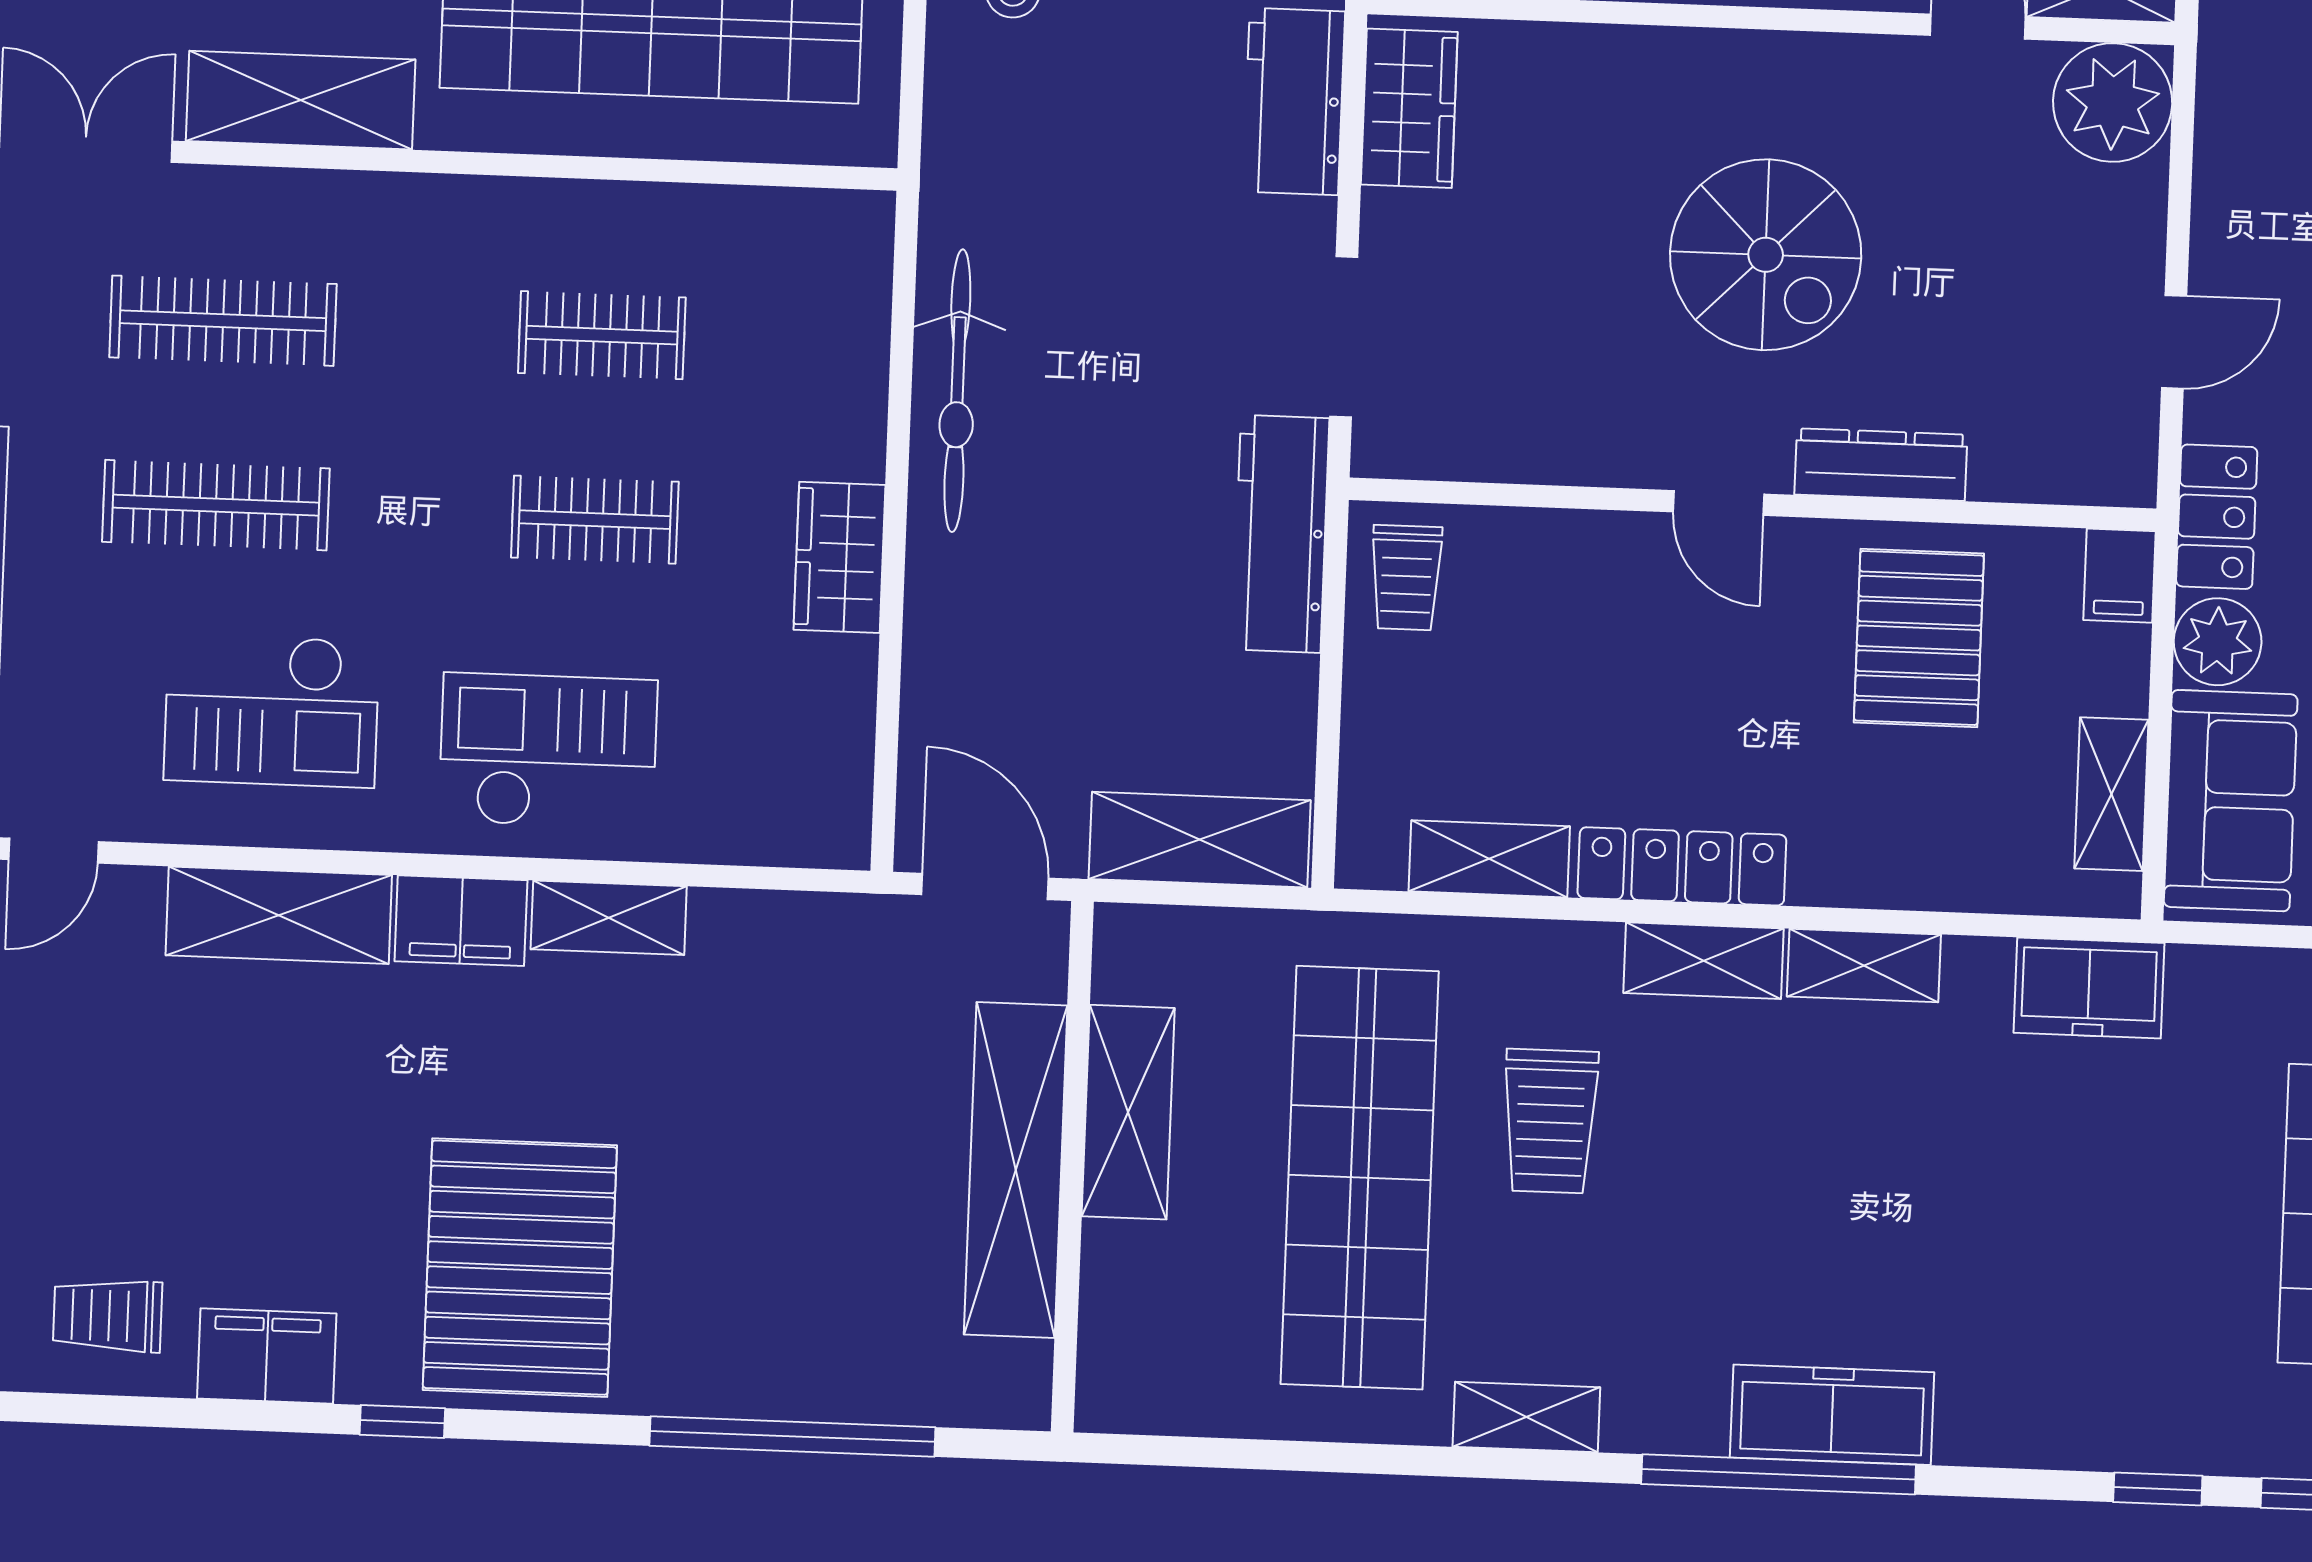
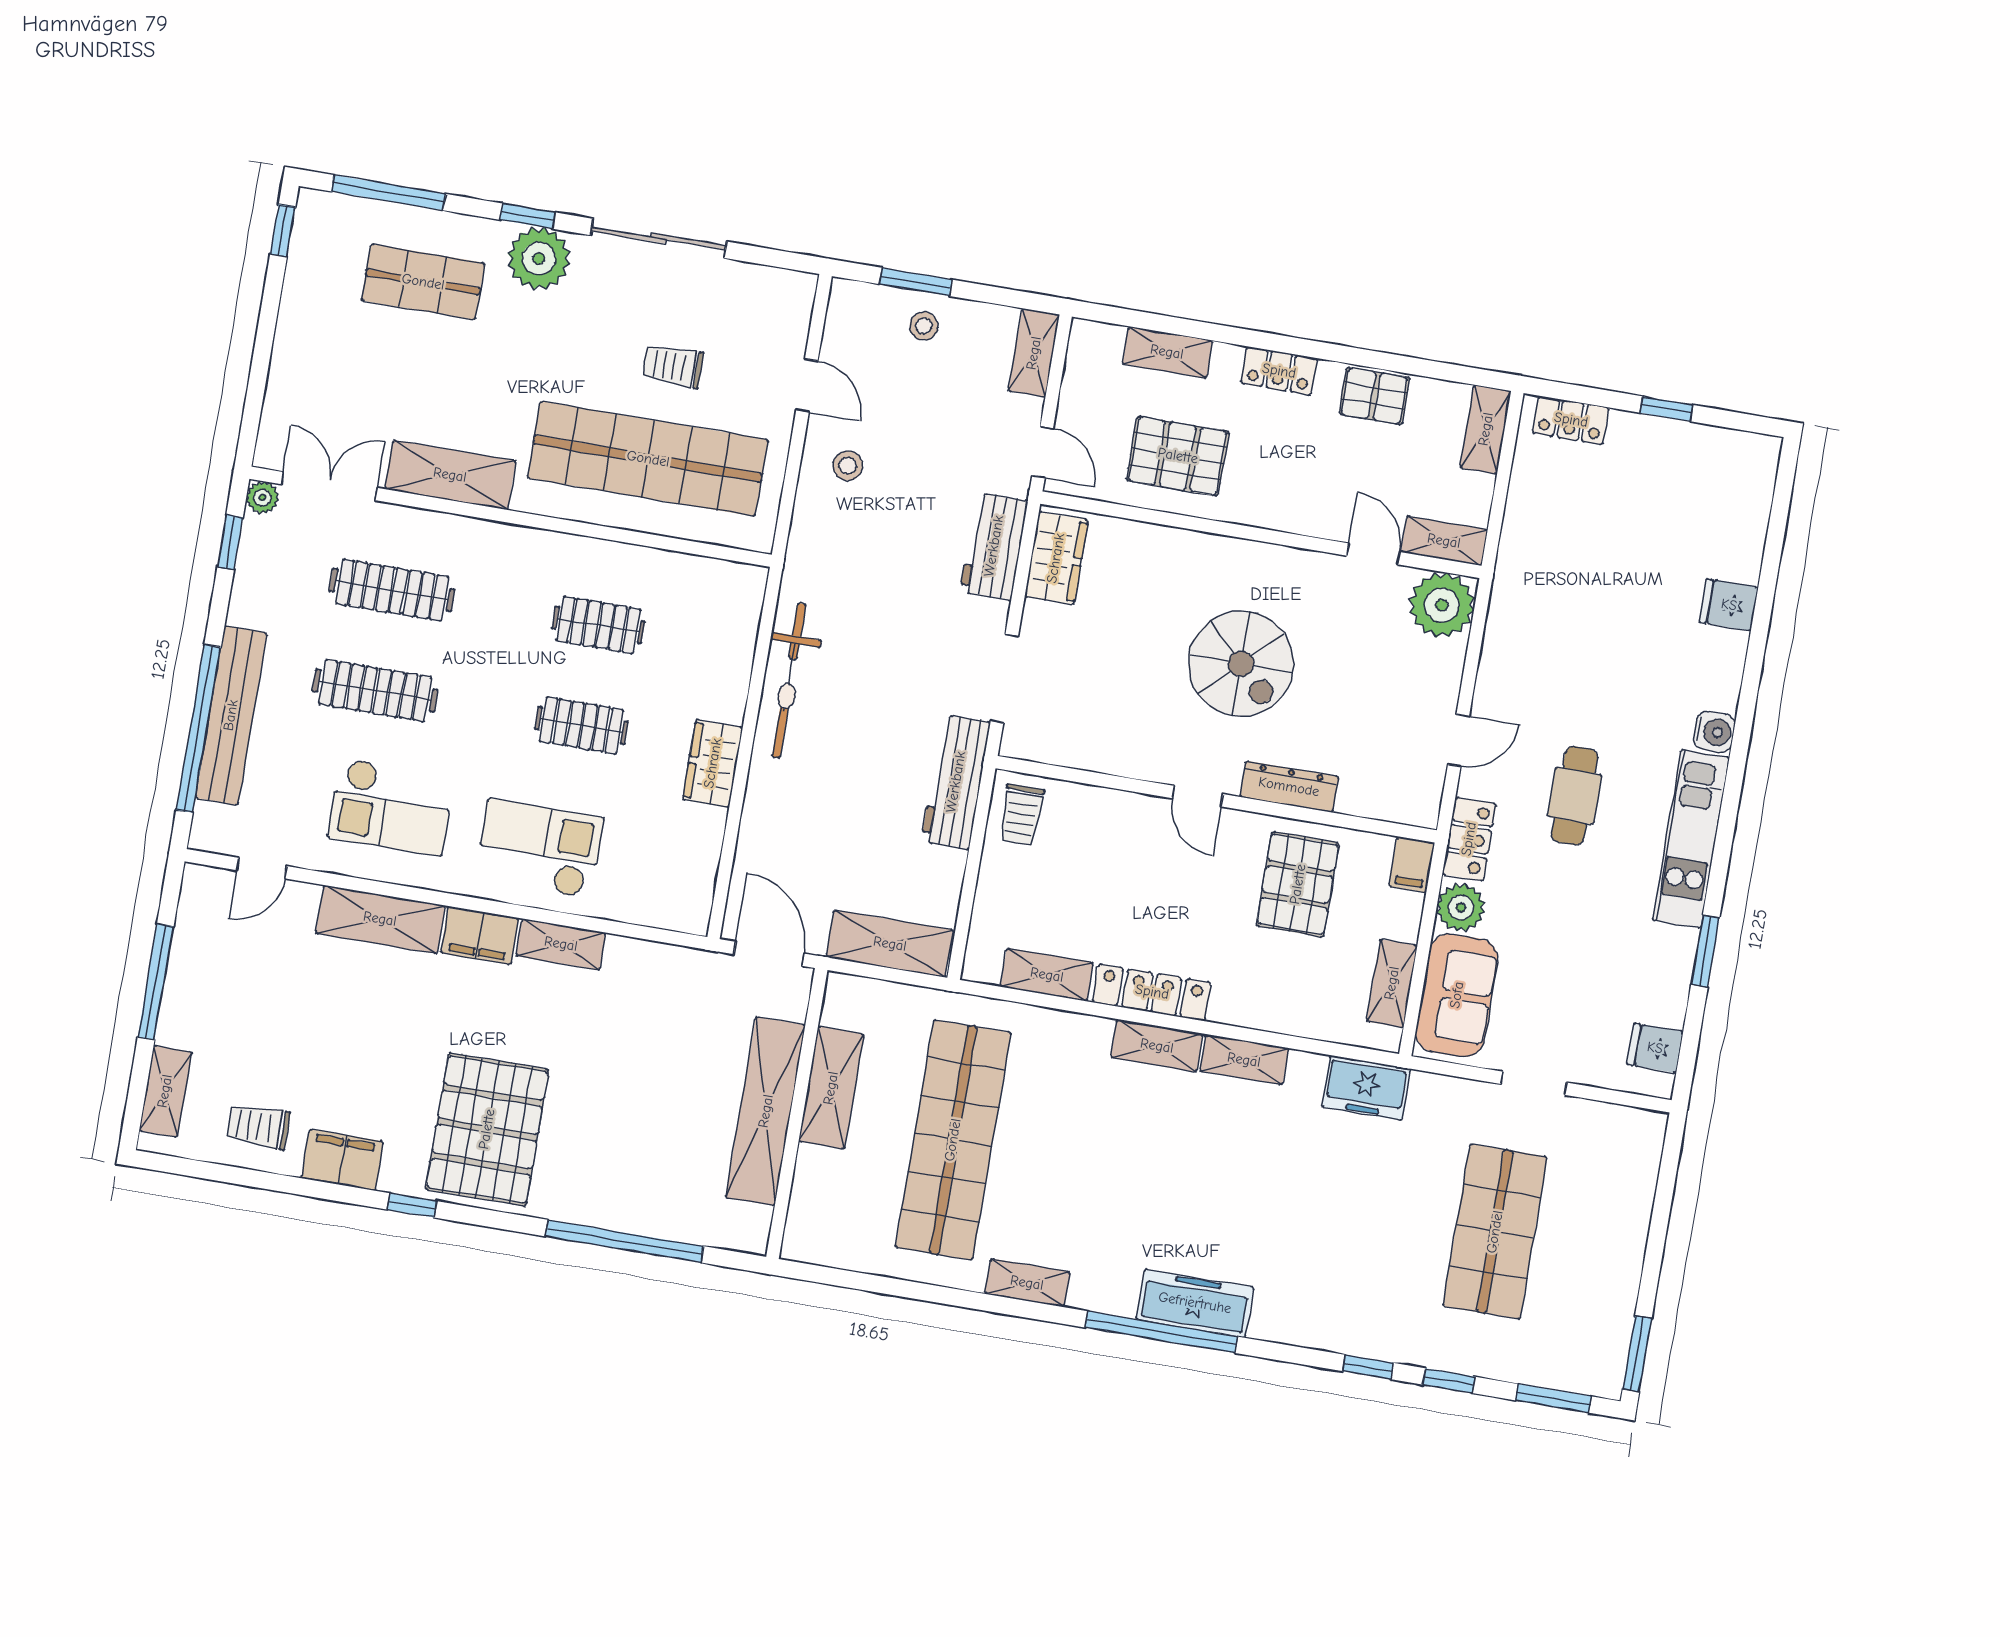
trolley: (1550, 1121) -> (1062, 1122), removed

